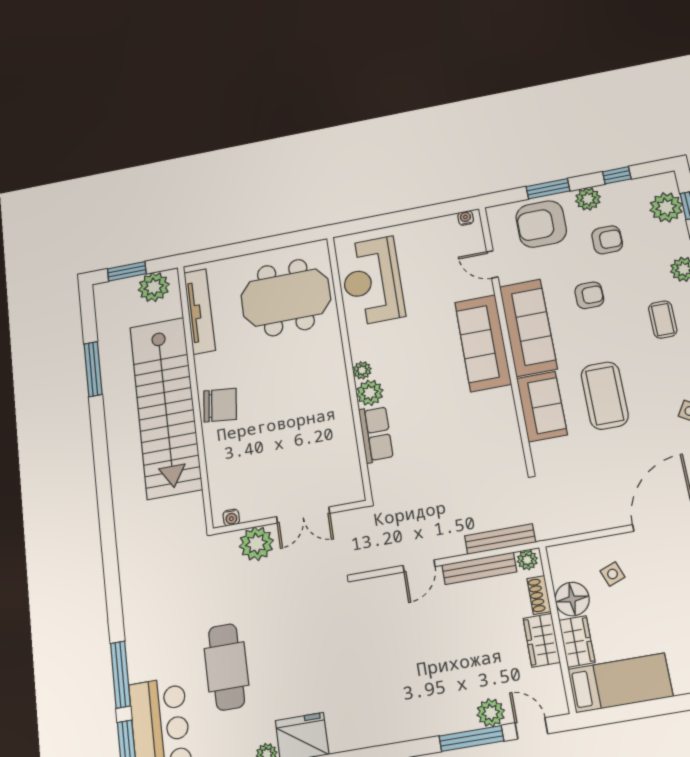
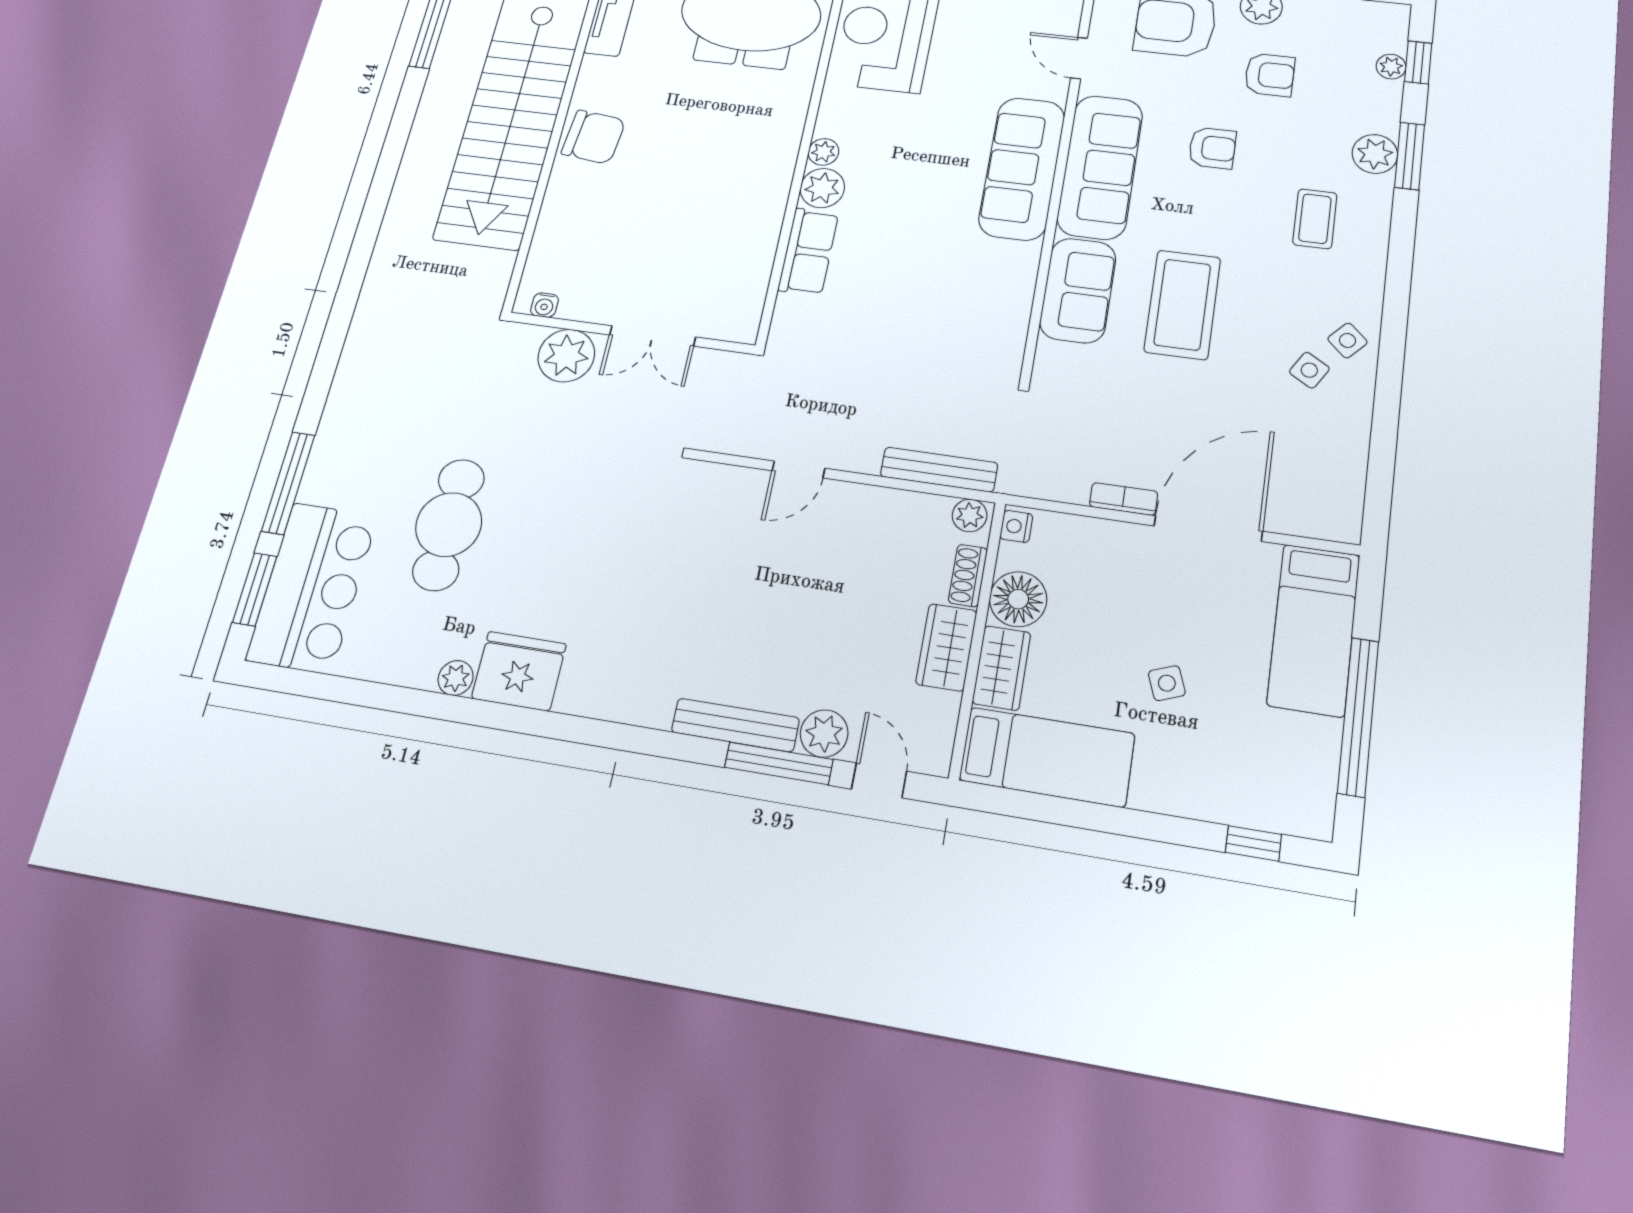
plant: (666, 207) -> (1391, 67), width x0.53, depth x0.53
bookcase: (611, 521) -> (1124, 499), added
nightstand: (556, 557) -> (1016, 526), added
bench: (479, 568) -> (735, 725), moved
side table: (613, 574) -> (1167, 683), moved

